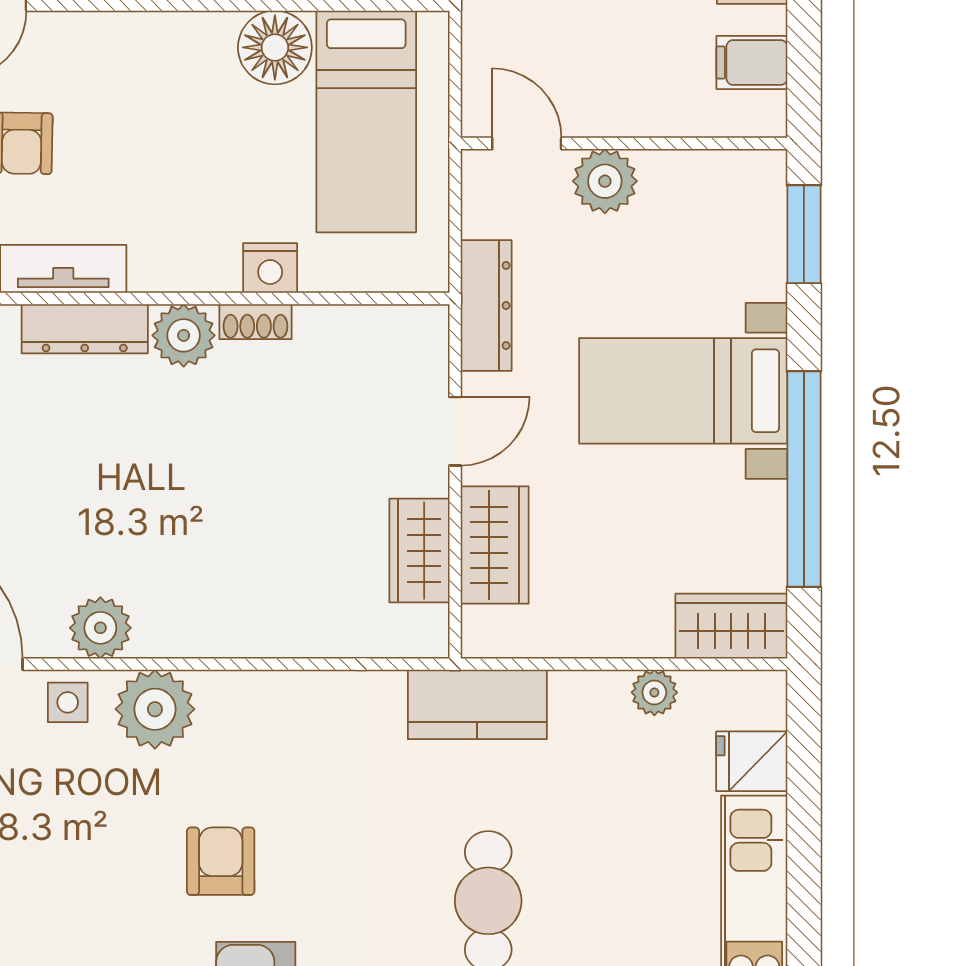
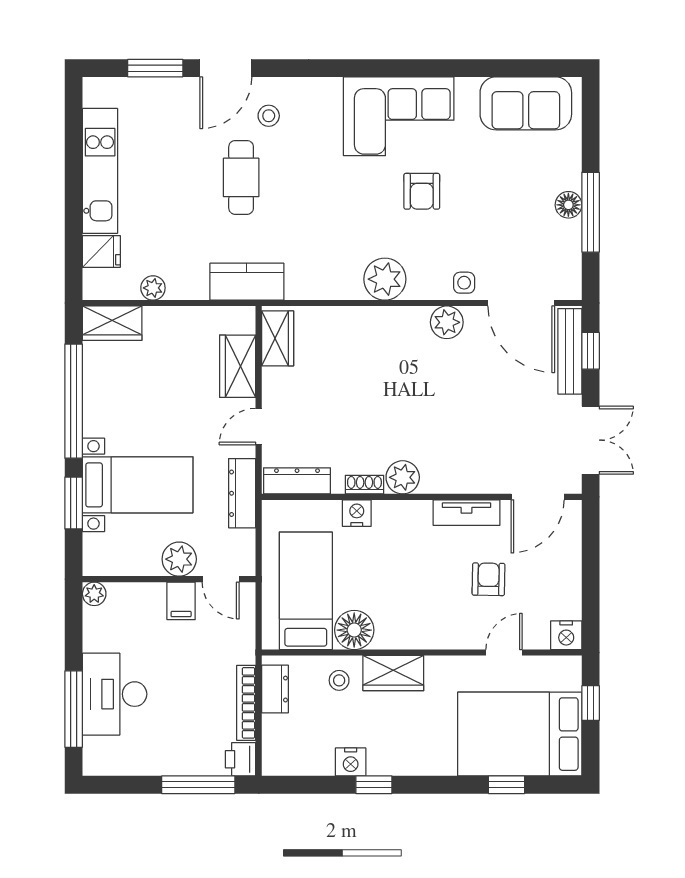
filing cabinet: (752, 63) -> (181, 601), moved, turned 90
plant: (765, 116) -> (94, 594), added
window: (804, 234) -> (74, 503), moved
dresser: (85, 329) -> (297, 481), moved
bed with nightstands: (683, 391) -> (138, 485), moved
wardrobe: (419, 551) -> (278, 338), moved
plant: (155, 709) -> (385, 279), moved
armchair: (221, 861) -> (422, 191), moved

